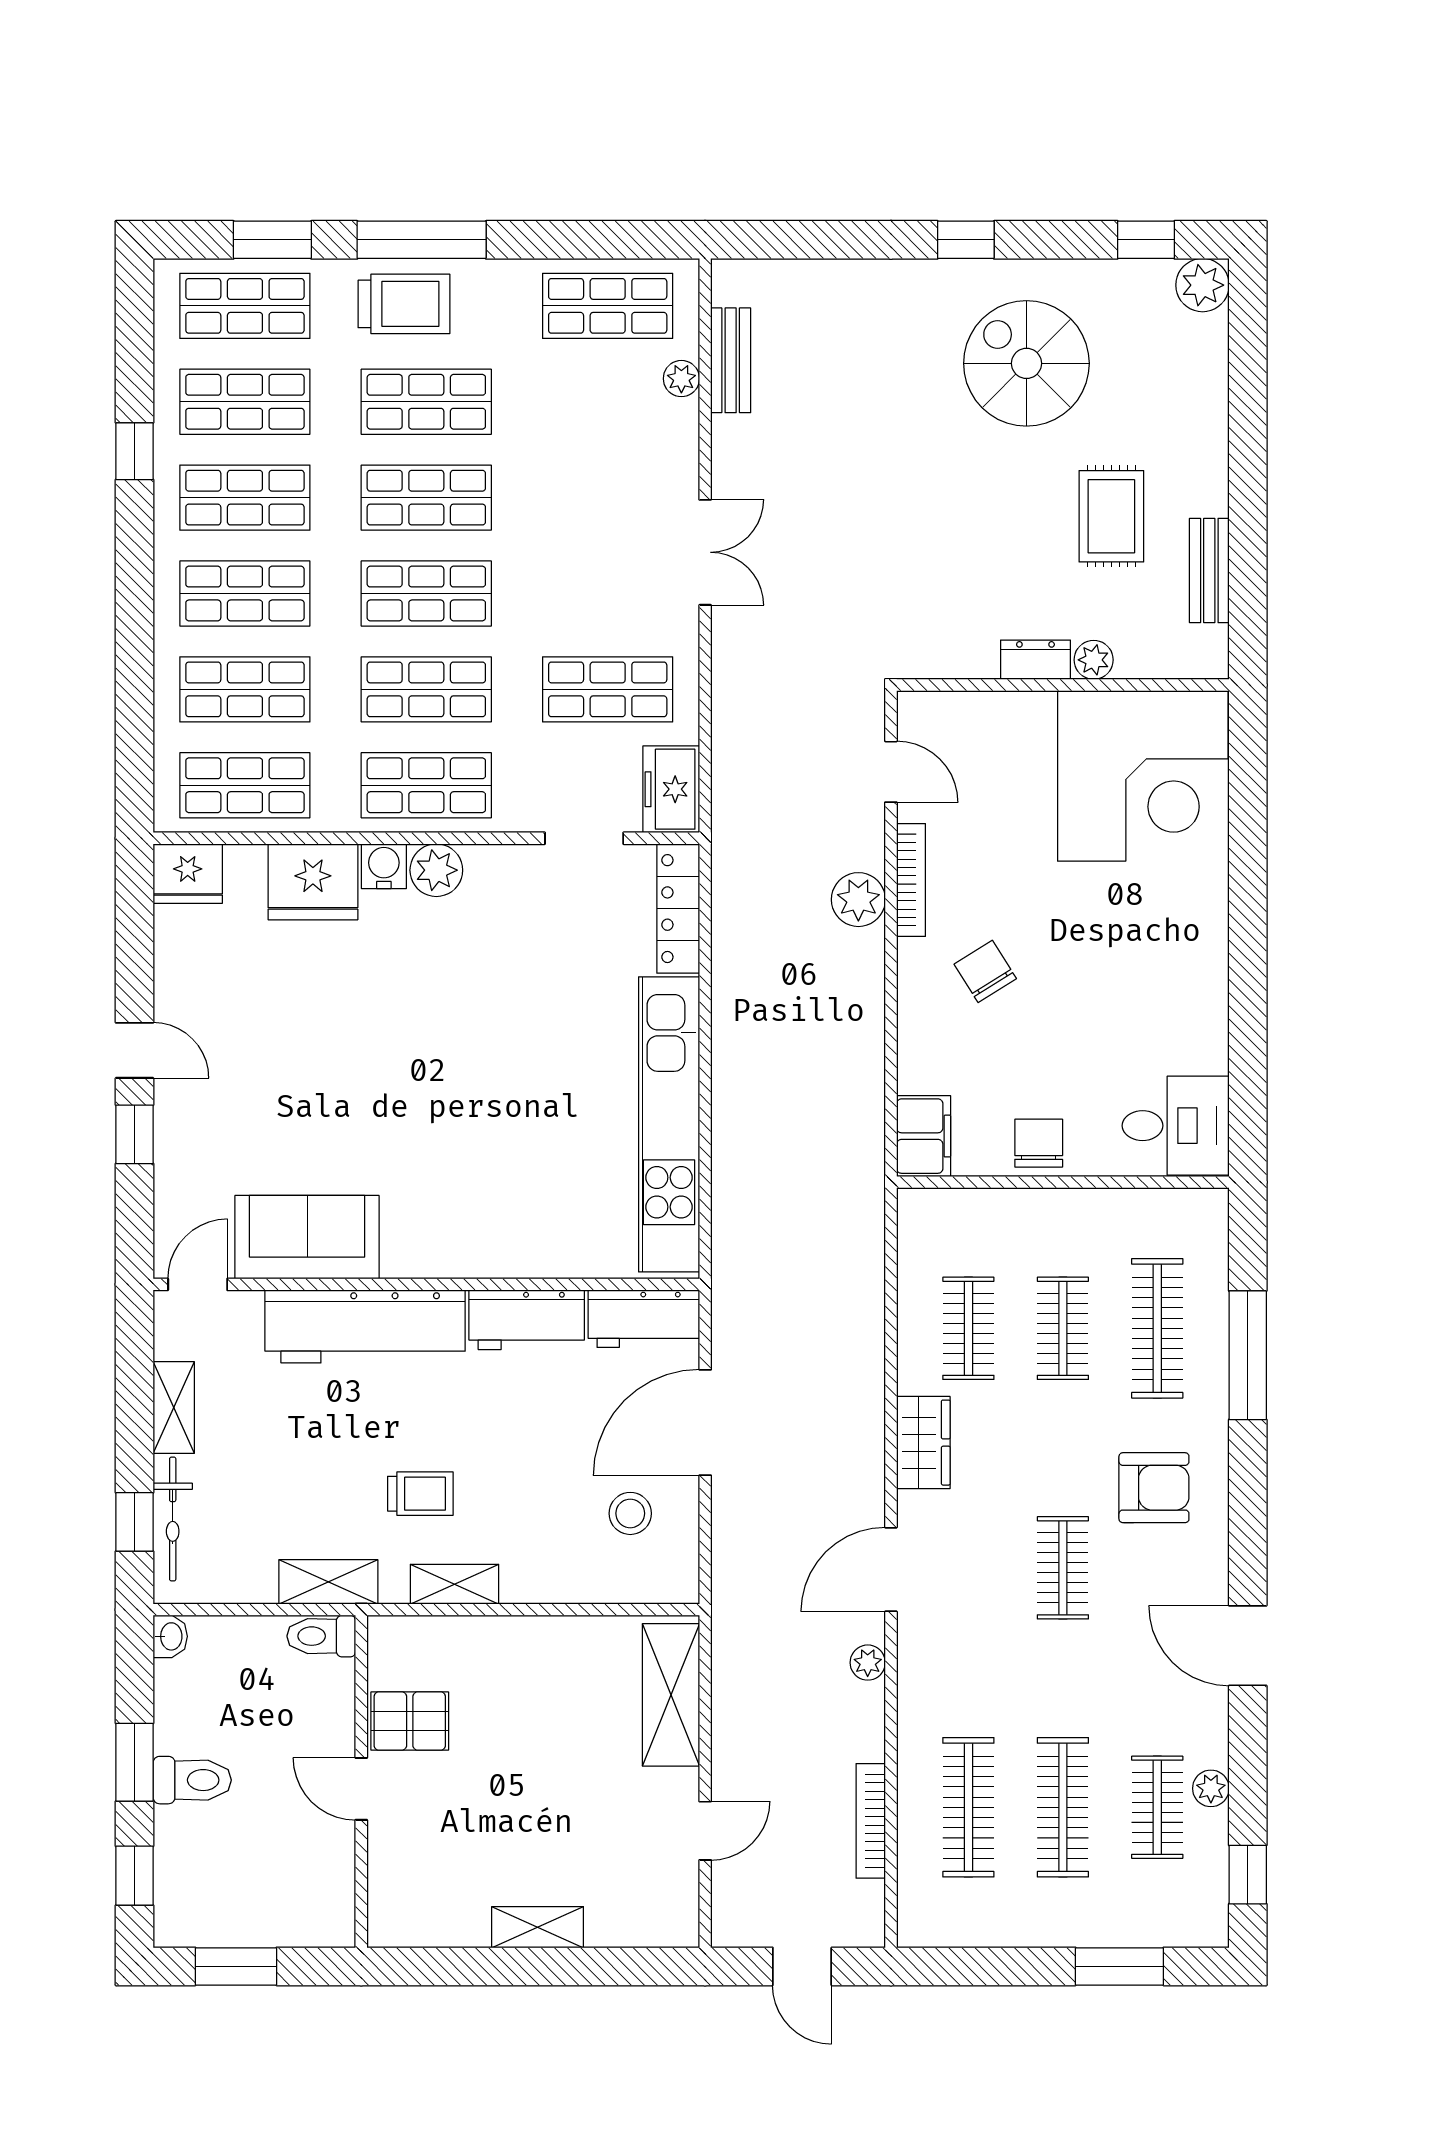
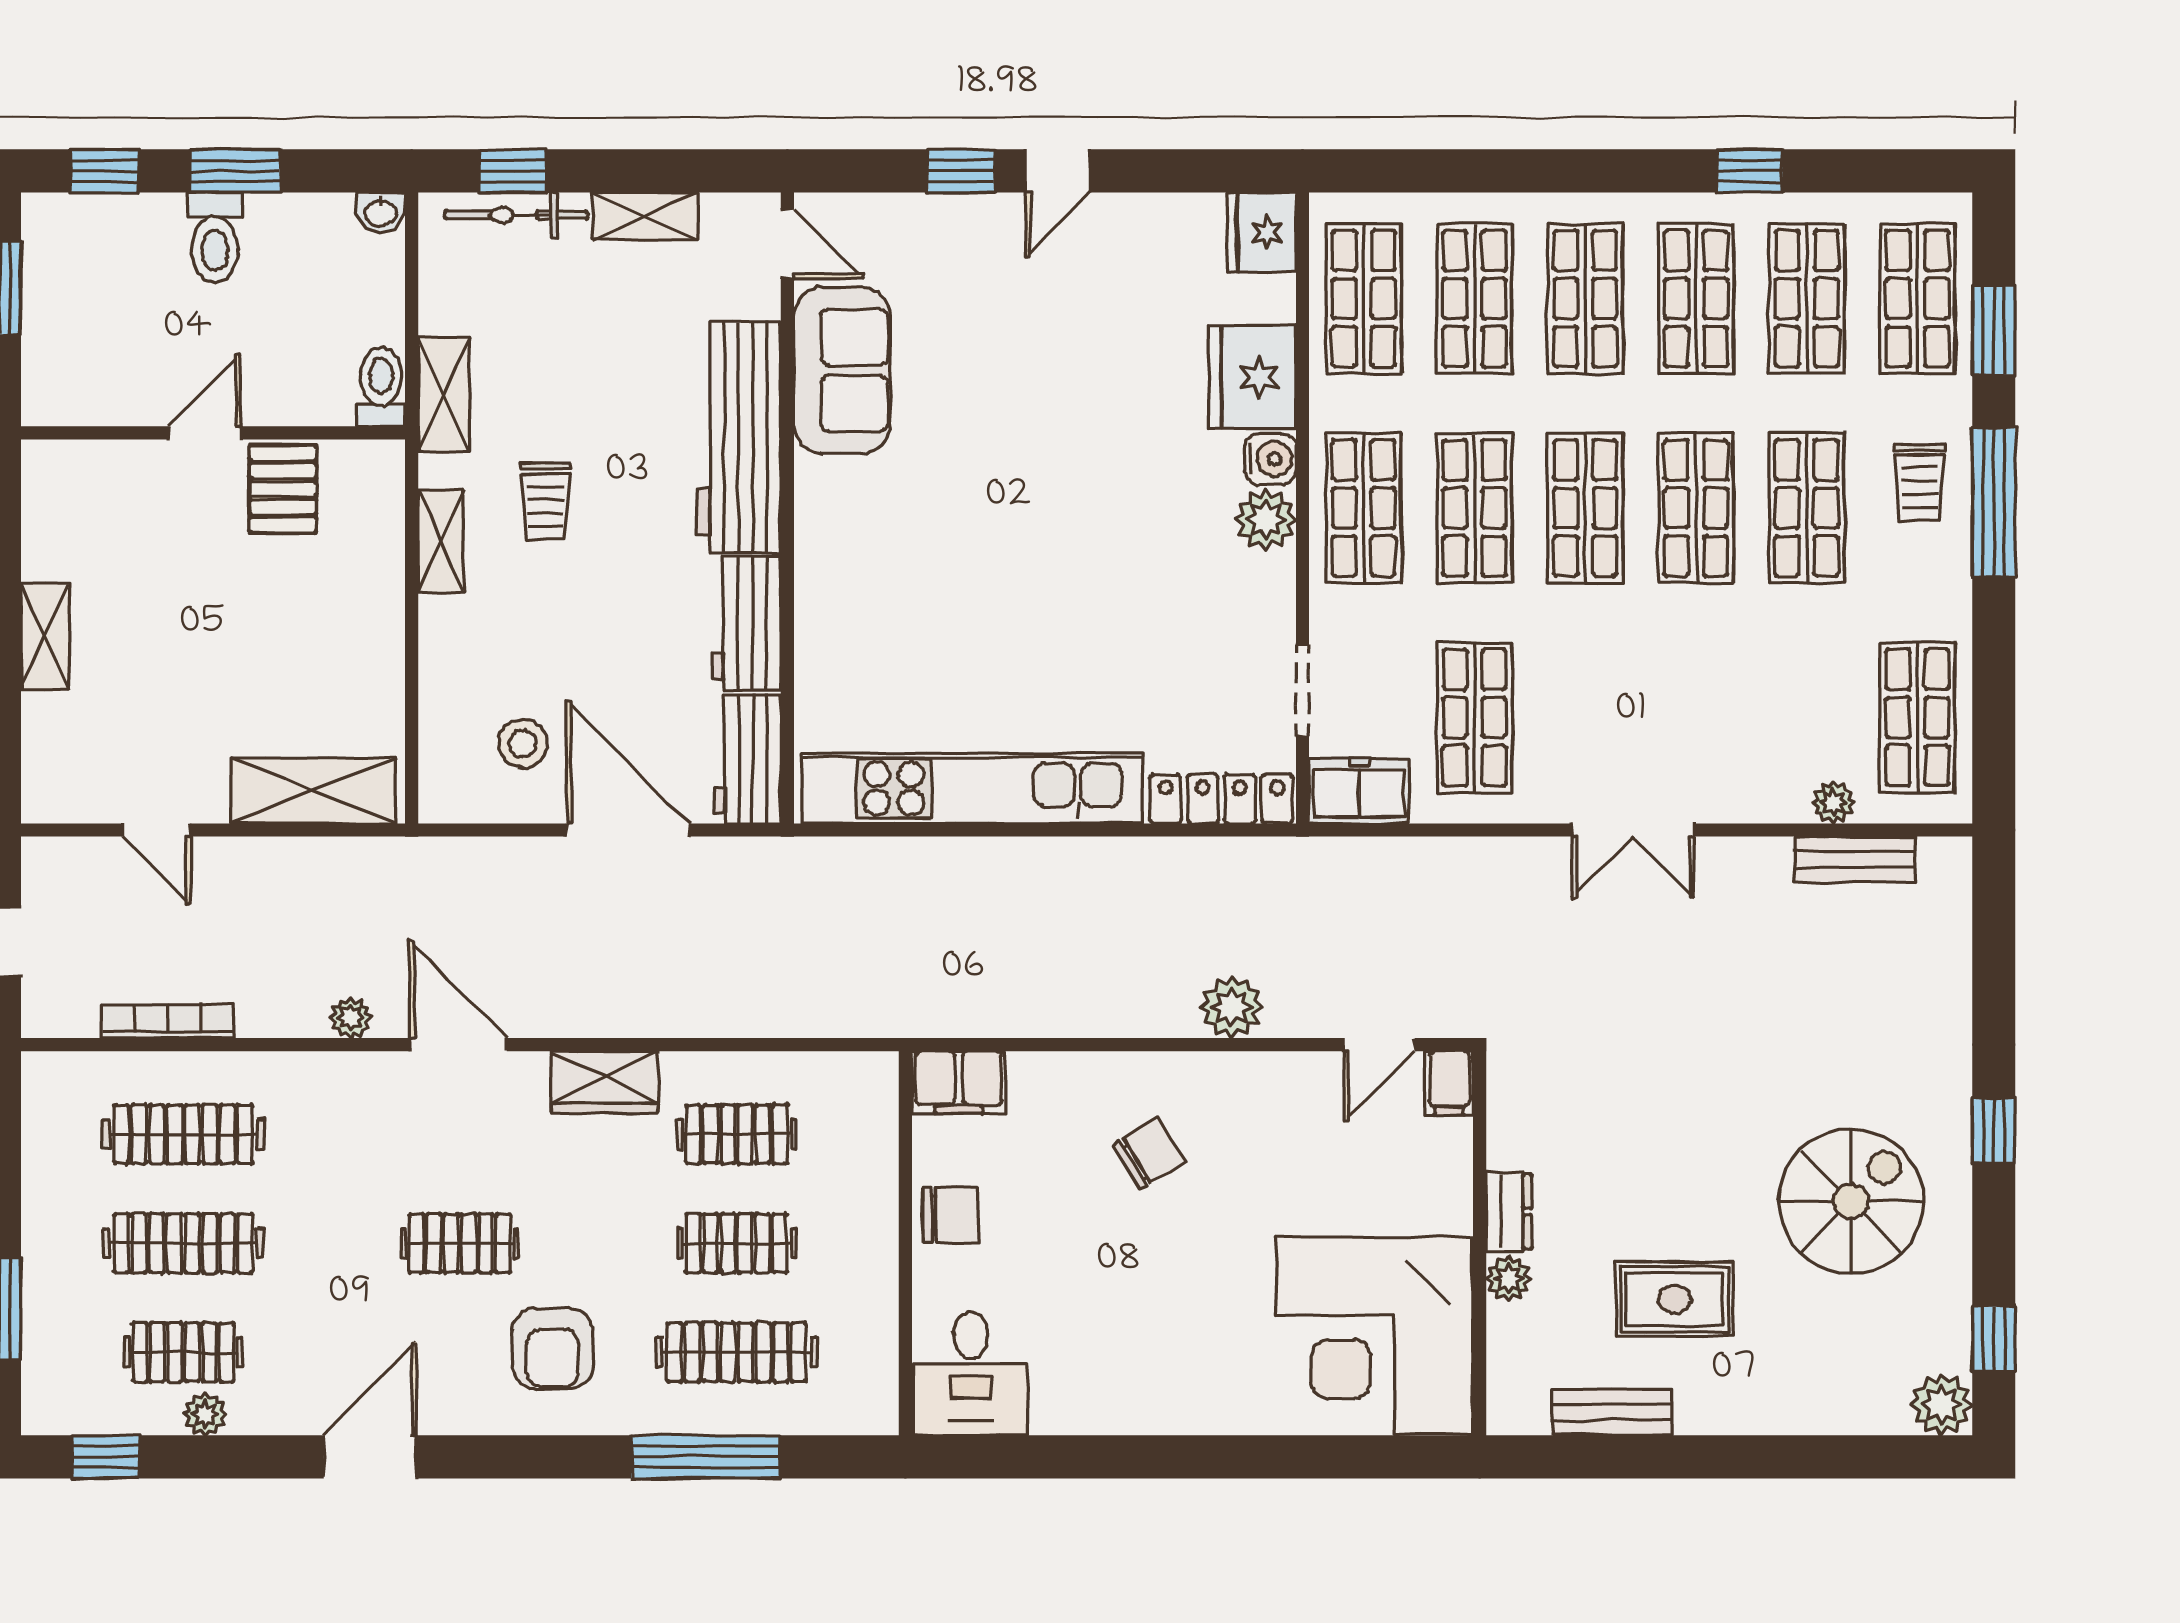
trolley: (404, 304) -> (1920, 482), width x0.73, depth x0.72
filing cabinet: (924, 711) -> (1449, 1083), added
bookcase: (911, 880) -> (1254, 1068), removed

